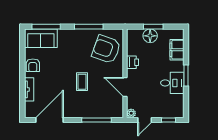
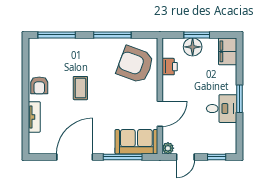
sofa: (41, 38) -> (136, 142), moved, turned 180
filing cabinet: (177, 50) -> (228, 51), moved
printer: (133, 62) -> (170, 67), moved
coffee table: (82, 82) -> (80, 88), moved
door: (125, 87) -> (160, 114), swing flipped
door: (49, 120) -> (75, 157), moved

